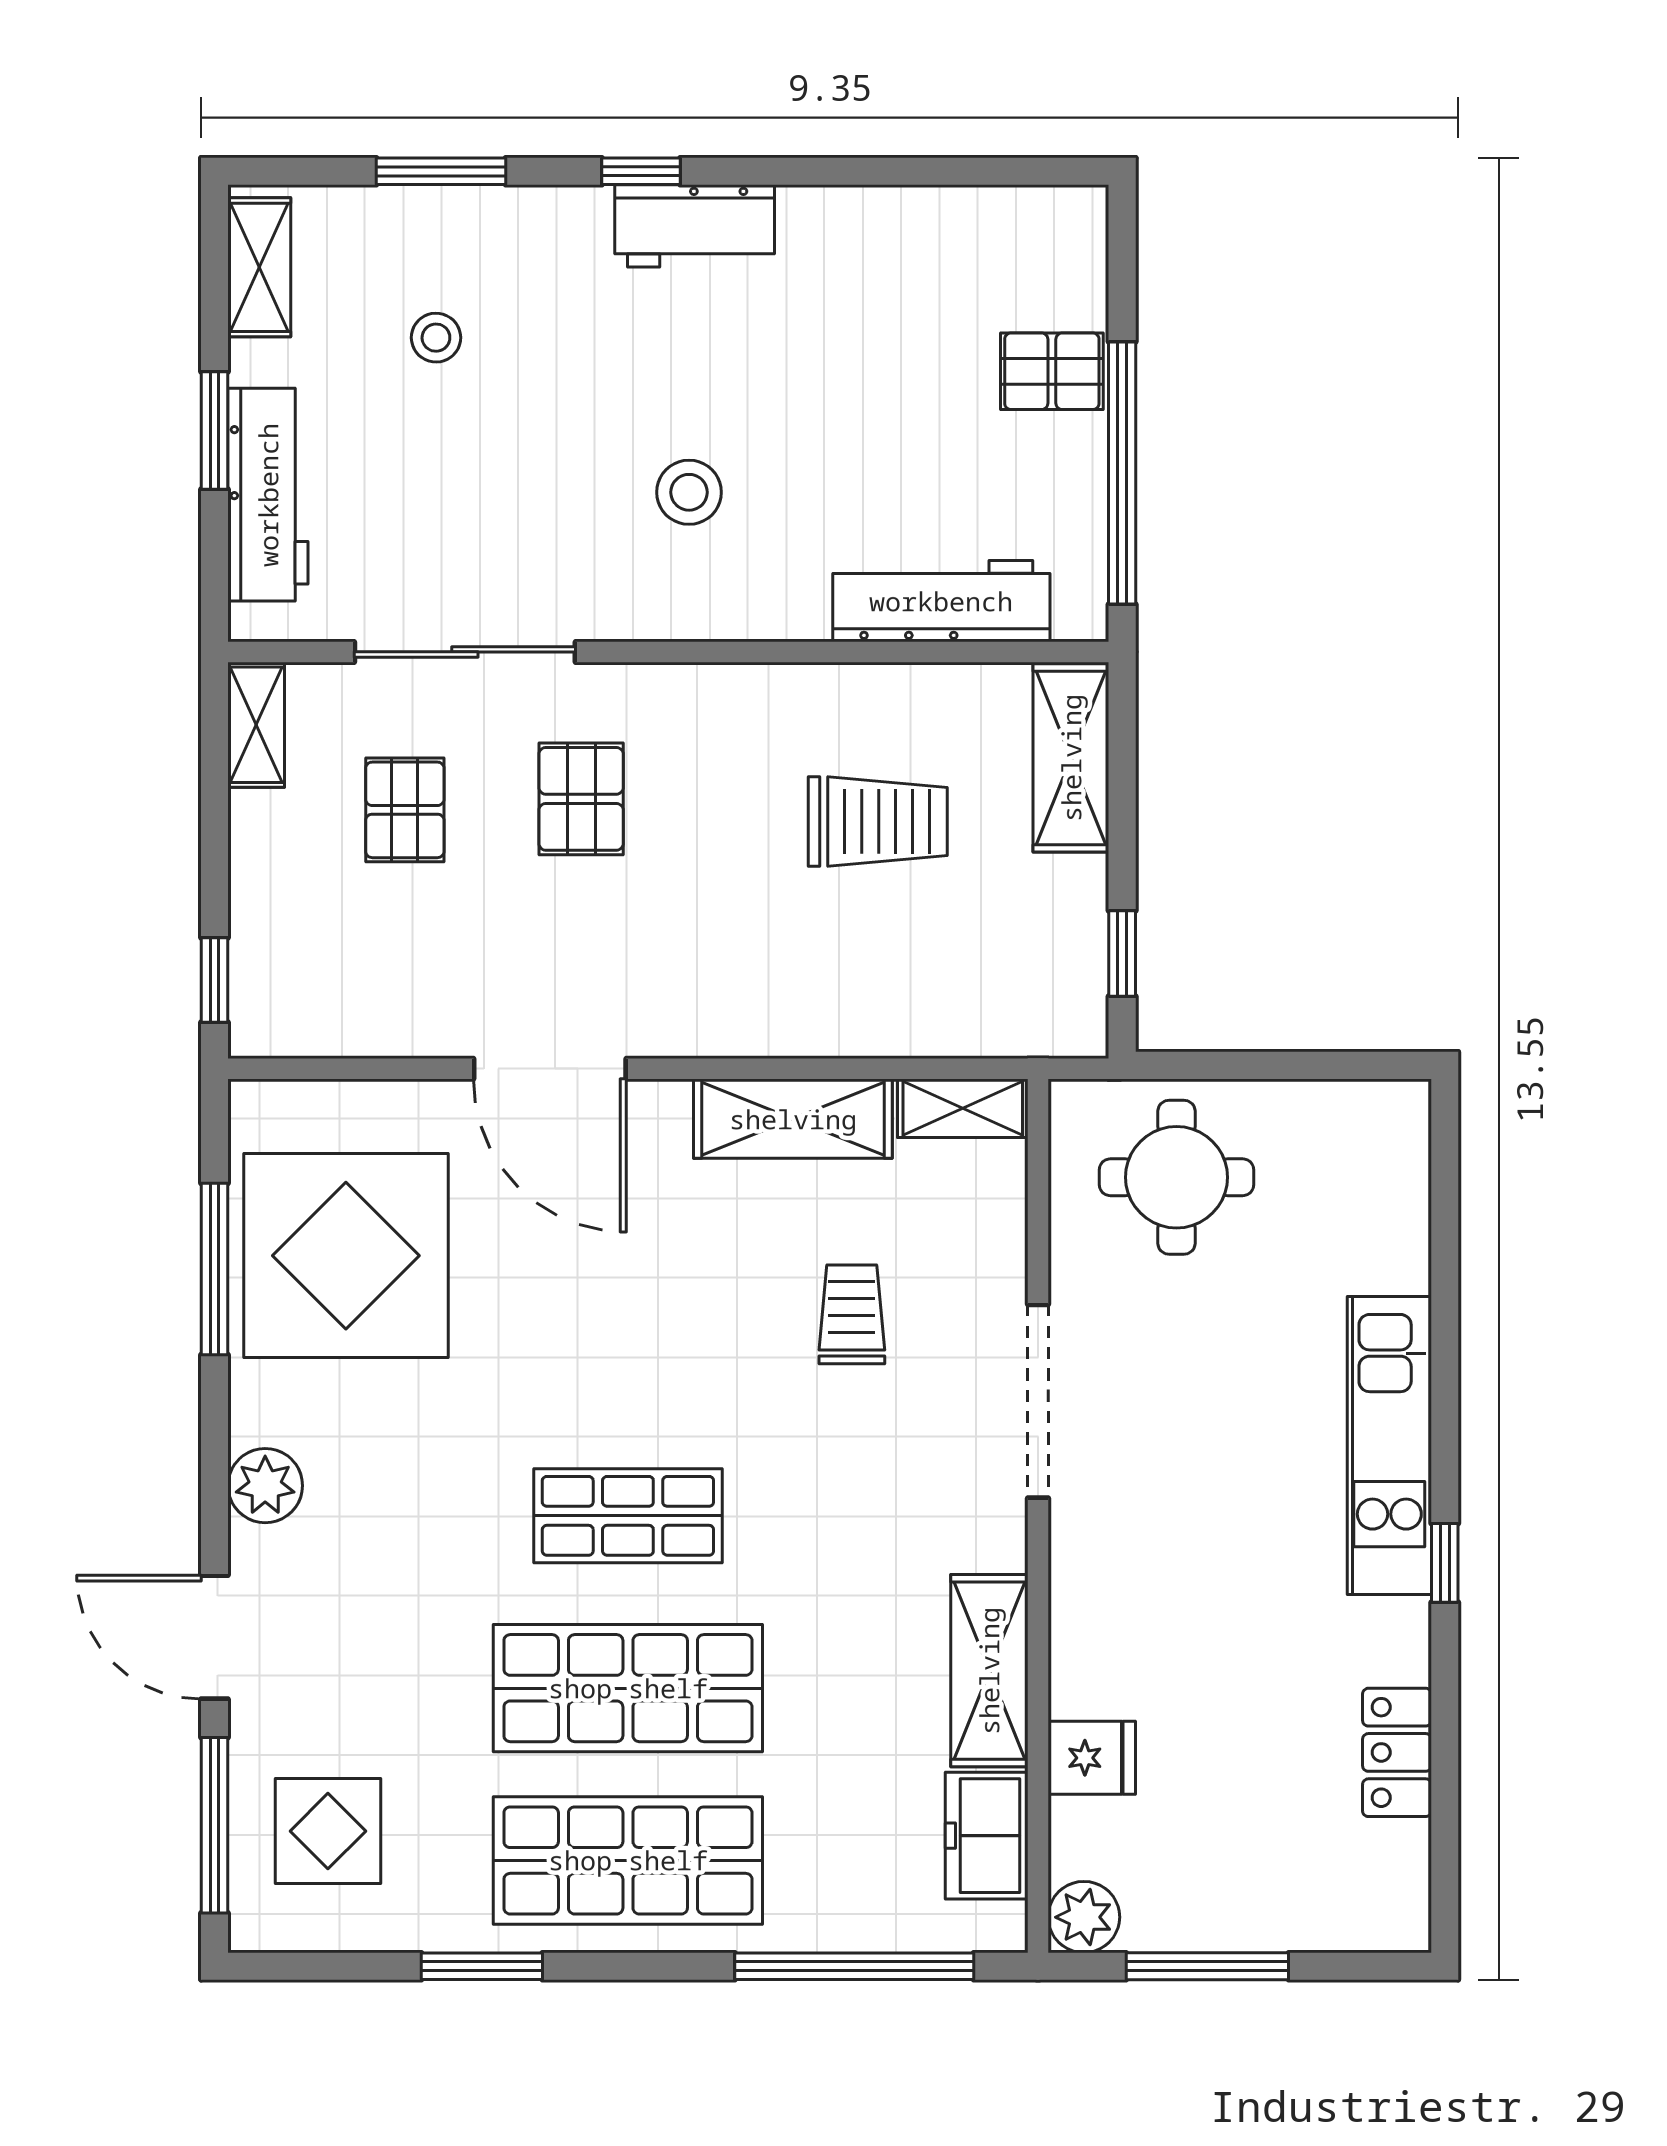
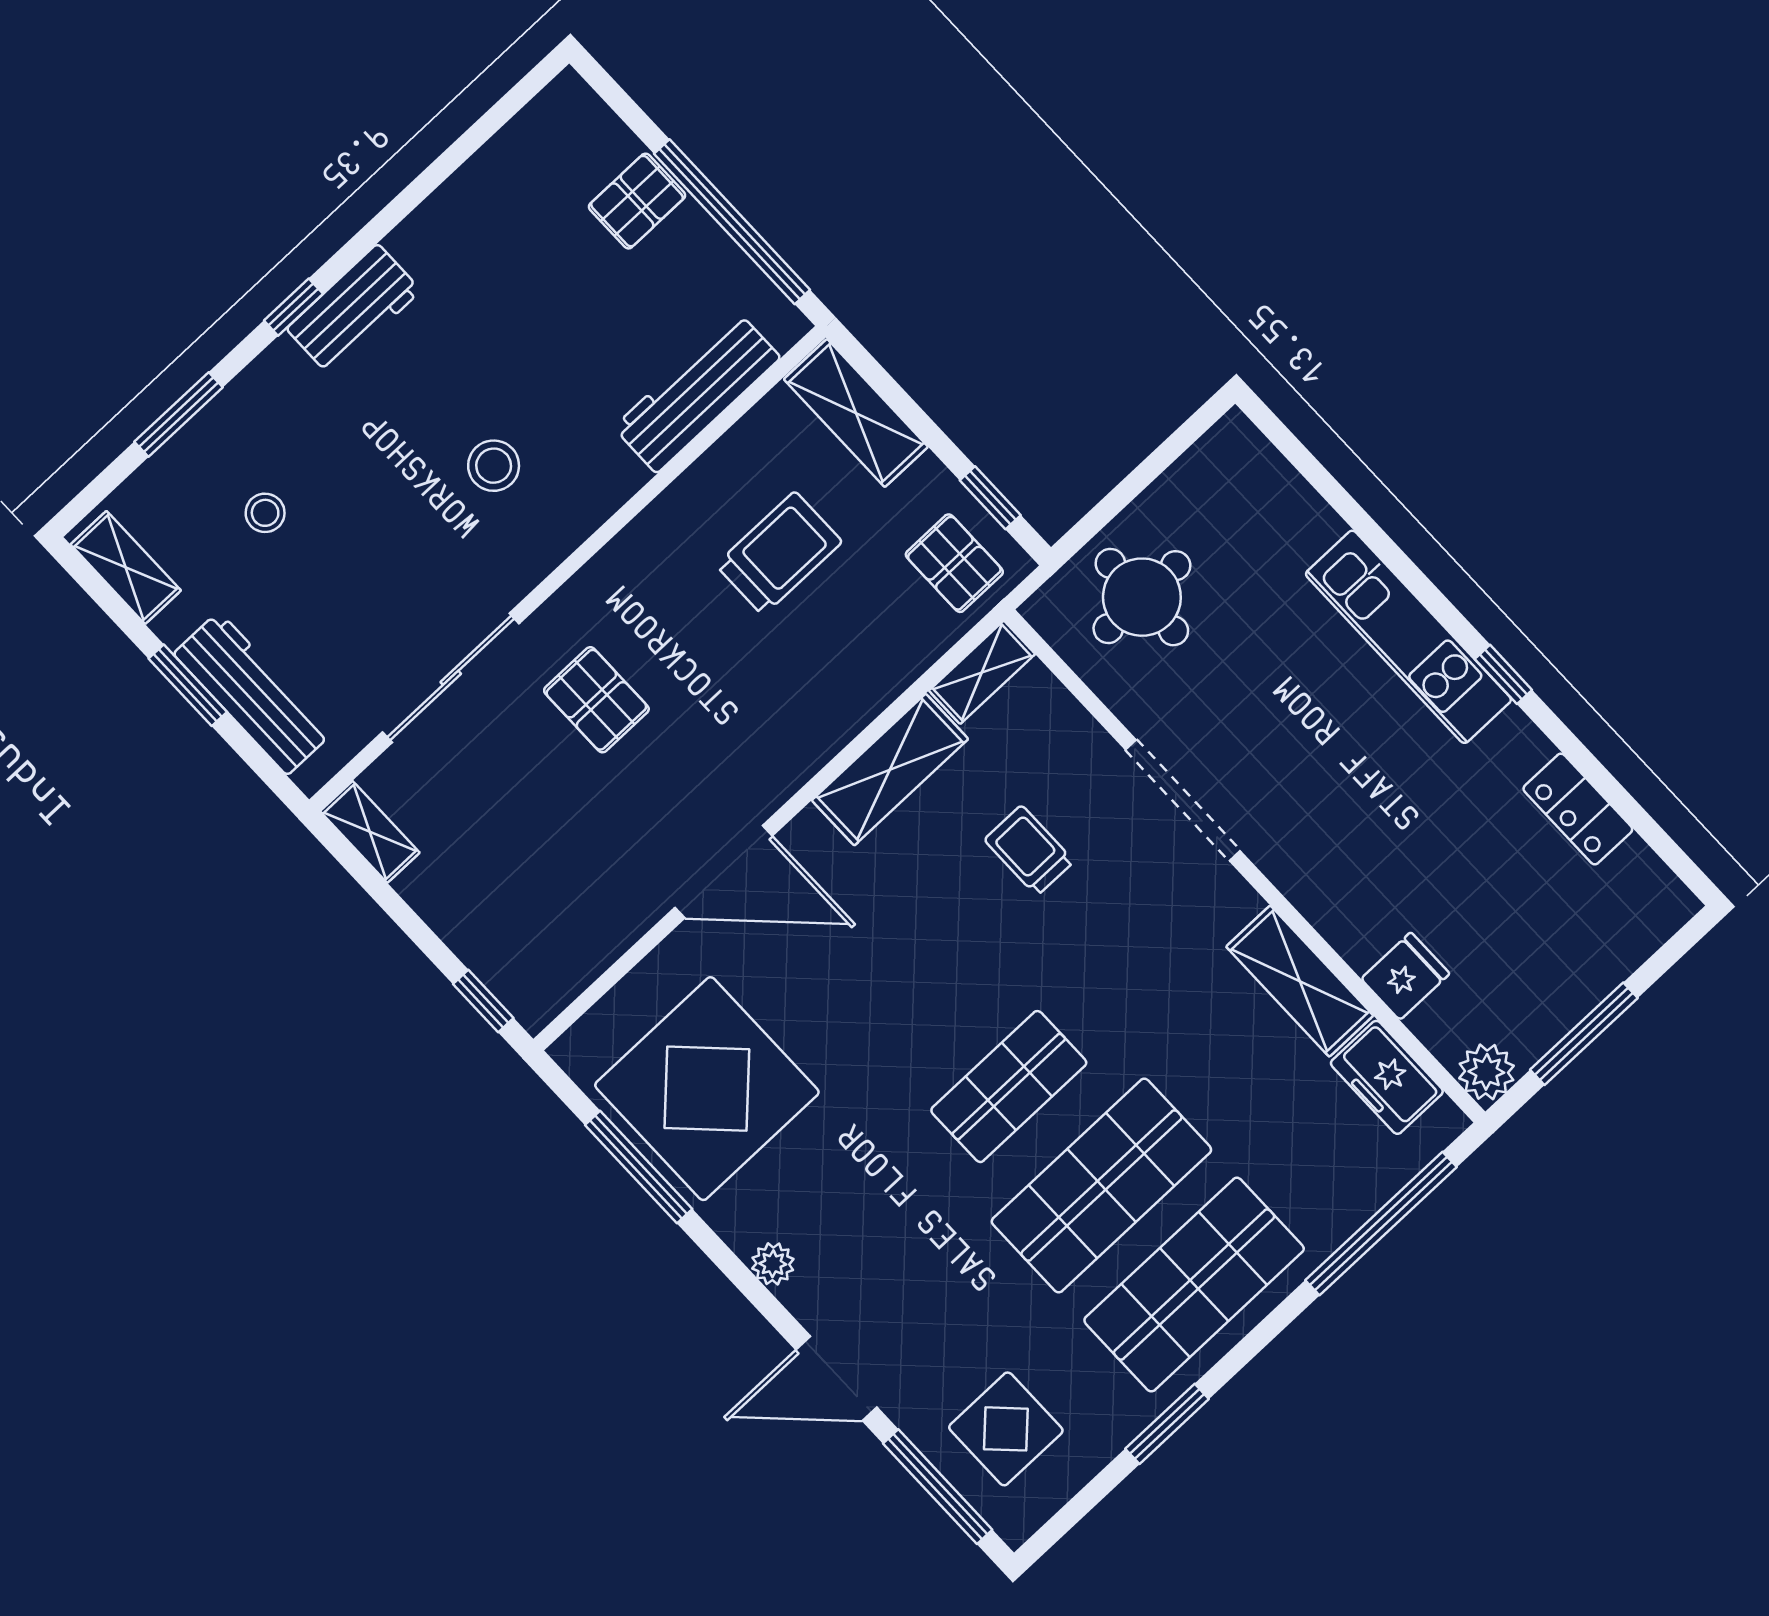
pallet: (405, 810) -> (954, 563), moved
plant: (265, 1486) -> (773, 1264), width x0.73, depth x0.73

